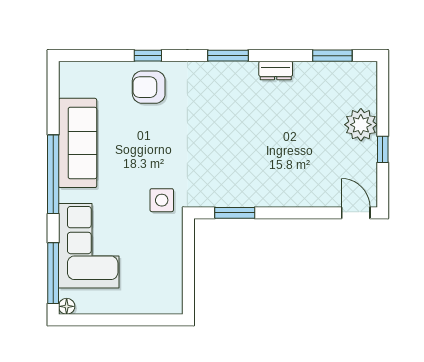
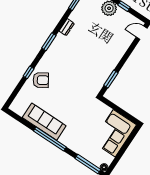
armchair: (149, 87) -> (41, 80), turned -122
side table: (162, 200) -> (87, 104), removed
corner sofa: (89, 246) -> (114, 133), moved, turned -90

